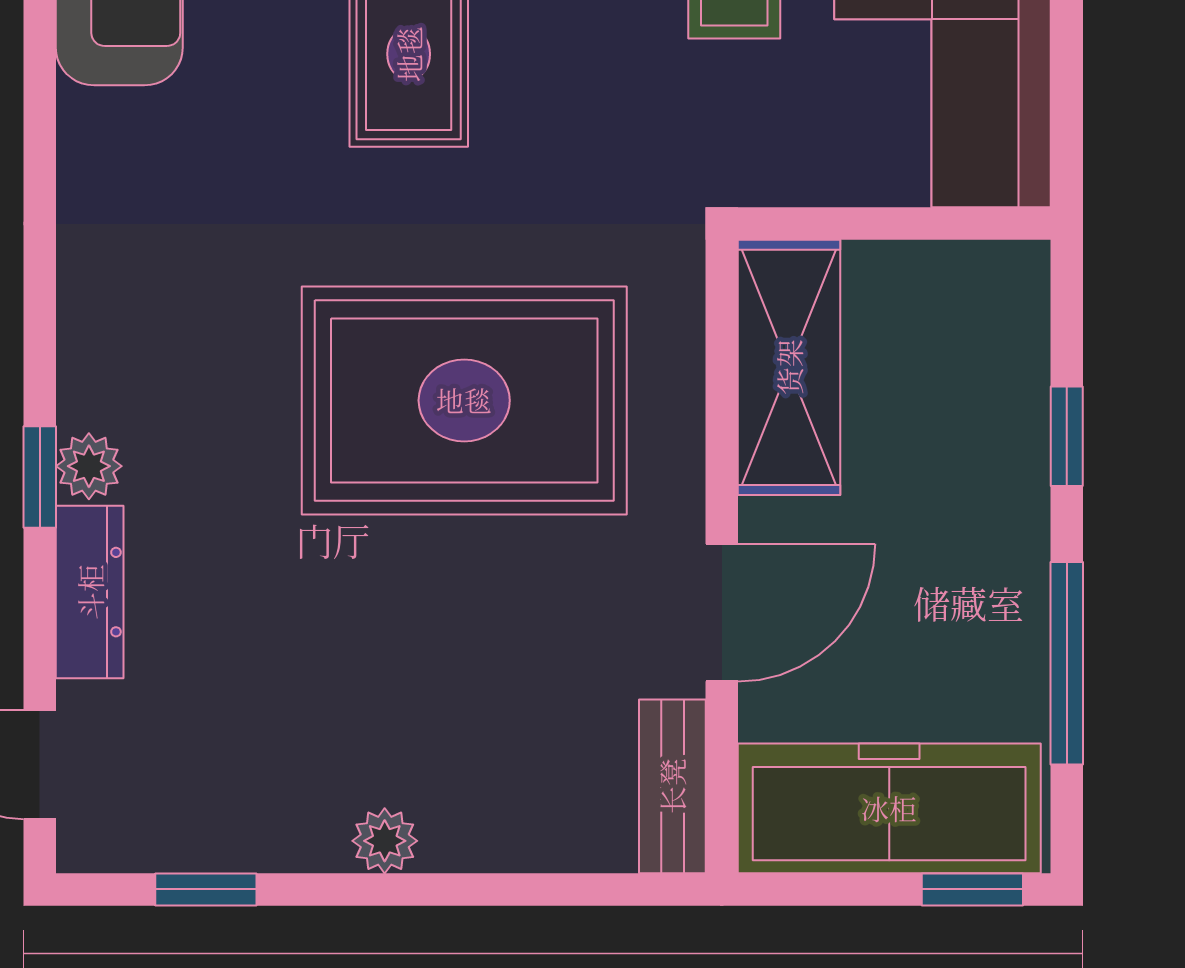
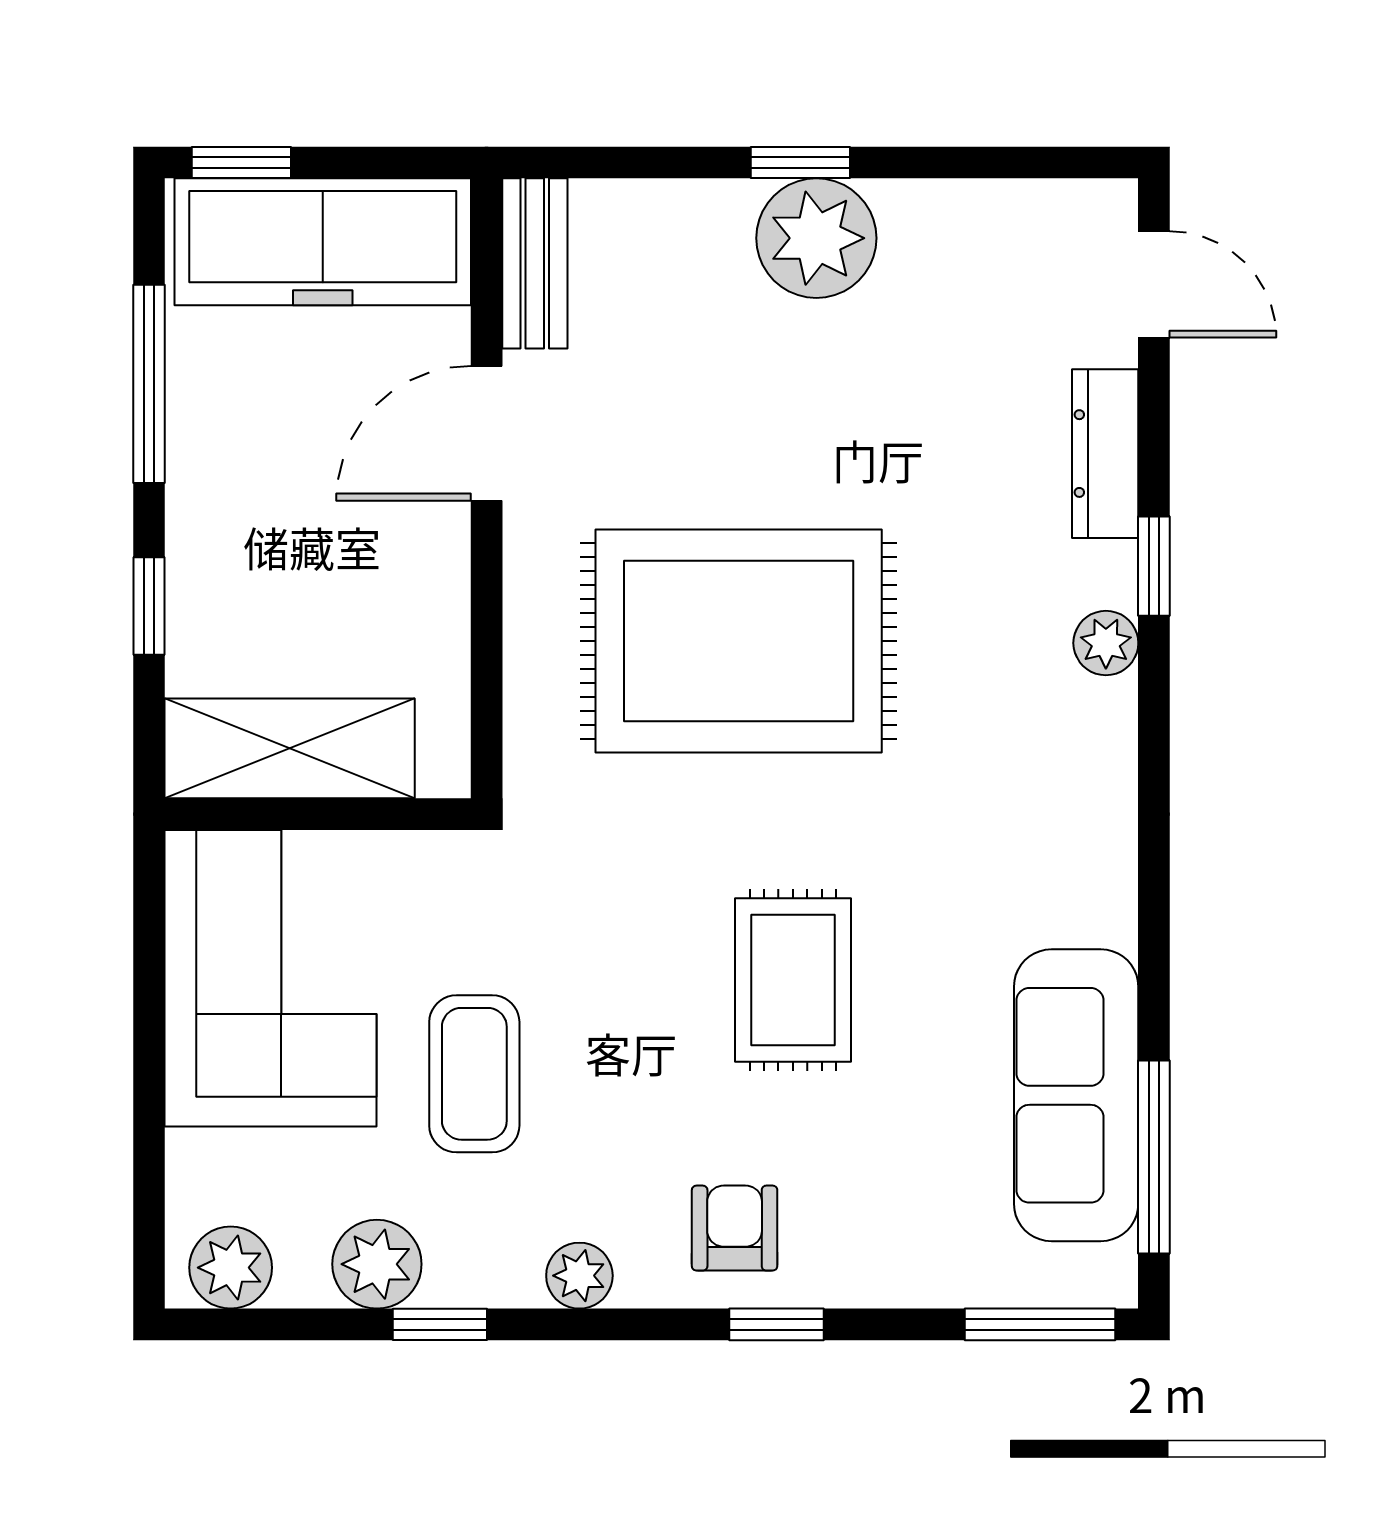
shelving: (789, 367) -> (290, 748), moved, turned 90
plant: (89, 466) -> (1106, 643), moved
plant: (385, 841) -> (816, 238), width x1.88, depth x1.88
window: (206, 889) -> (800, 162), moved

